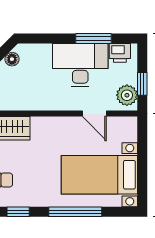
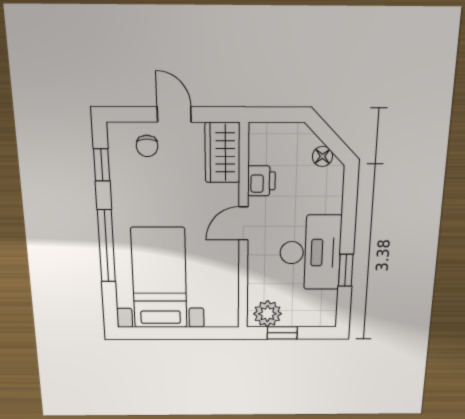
window: (93, 39) -> (346, 270), width x0.67
printer: (120, 53) -> (261, 181), moved, turned 180
door: (94, 114) -> (243, 223), moved

